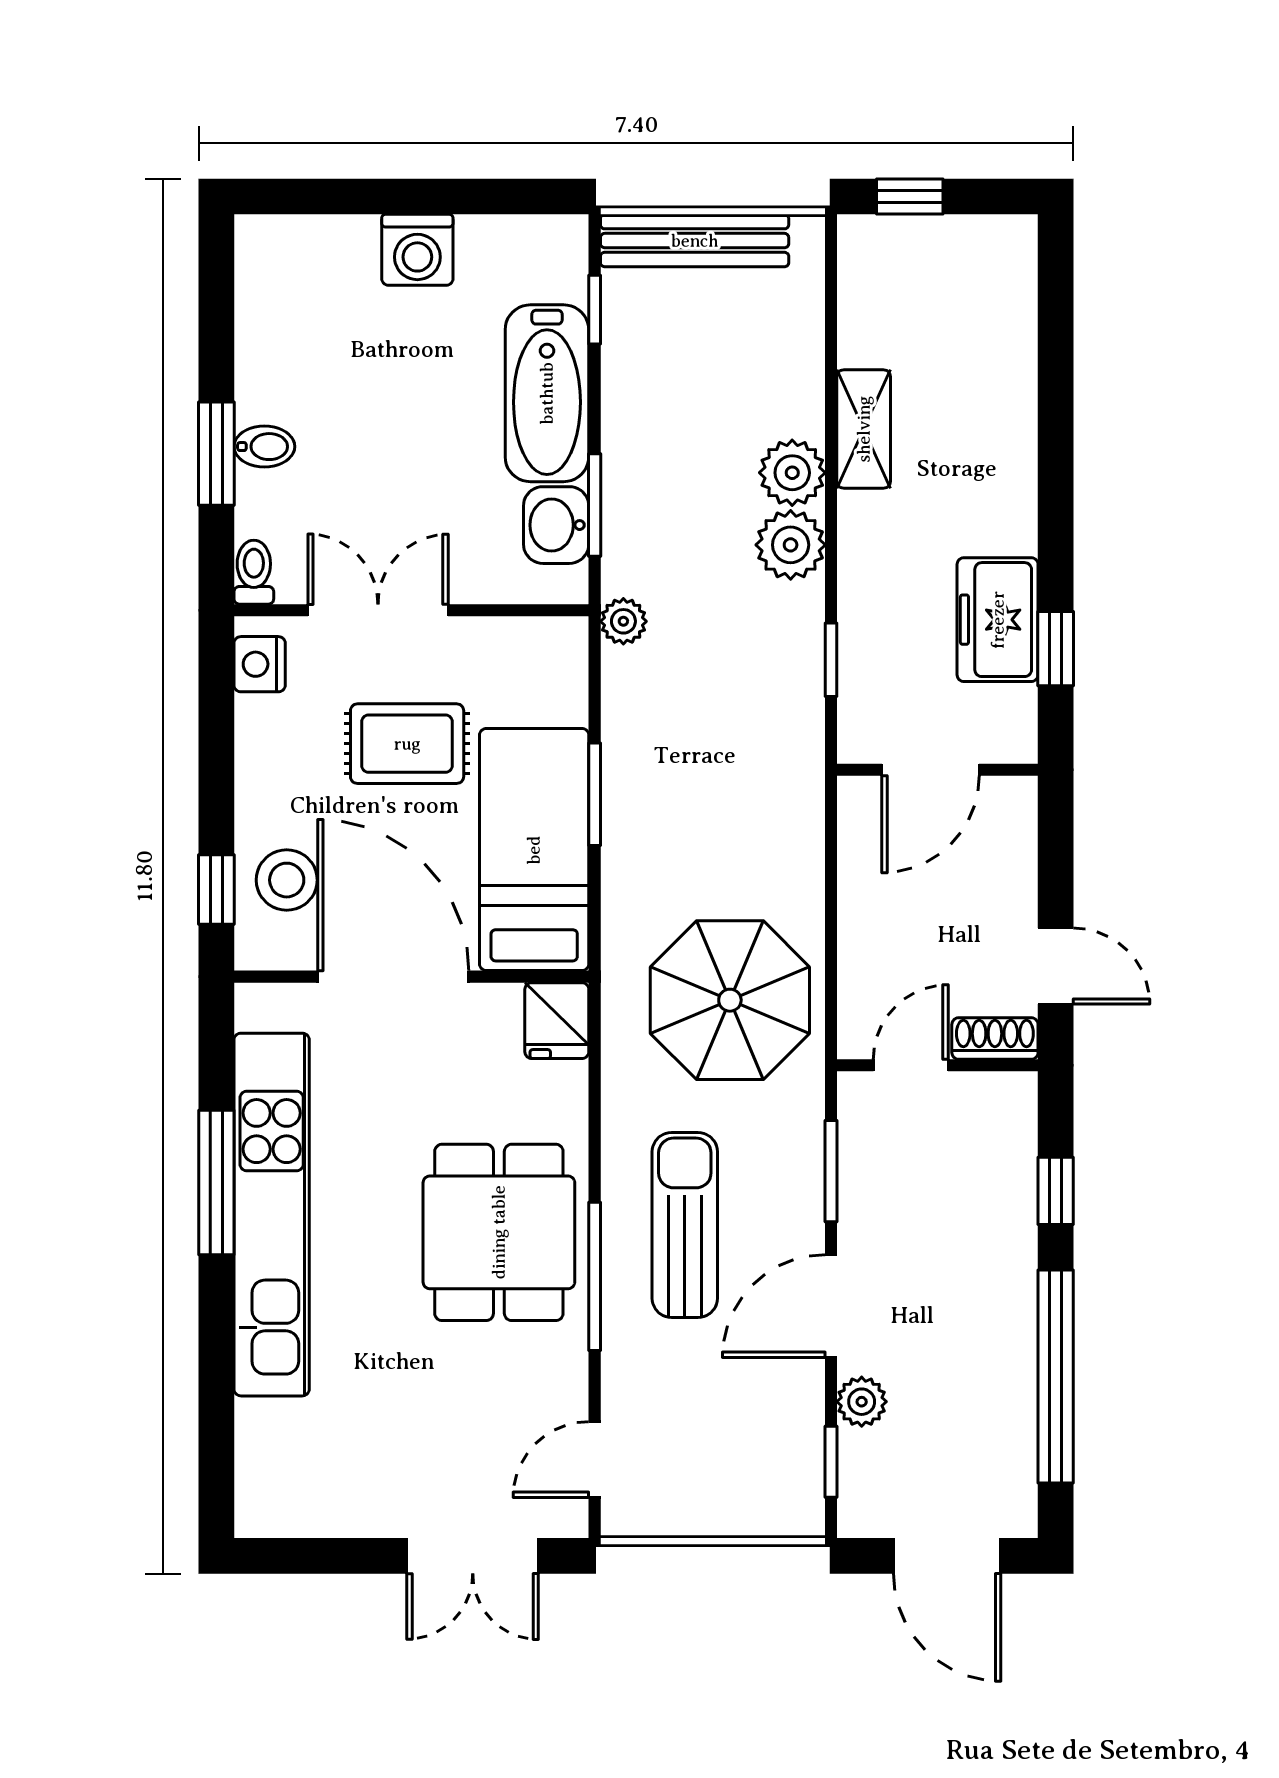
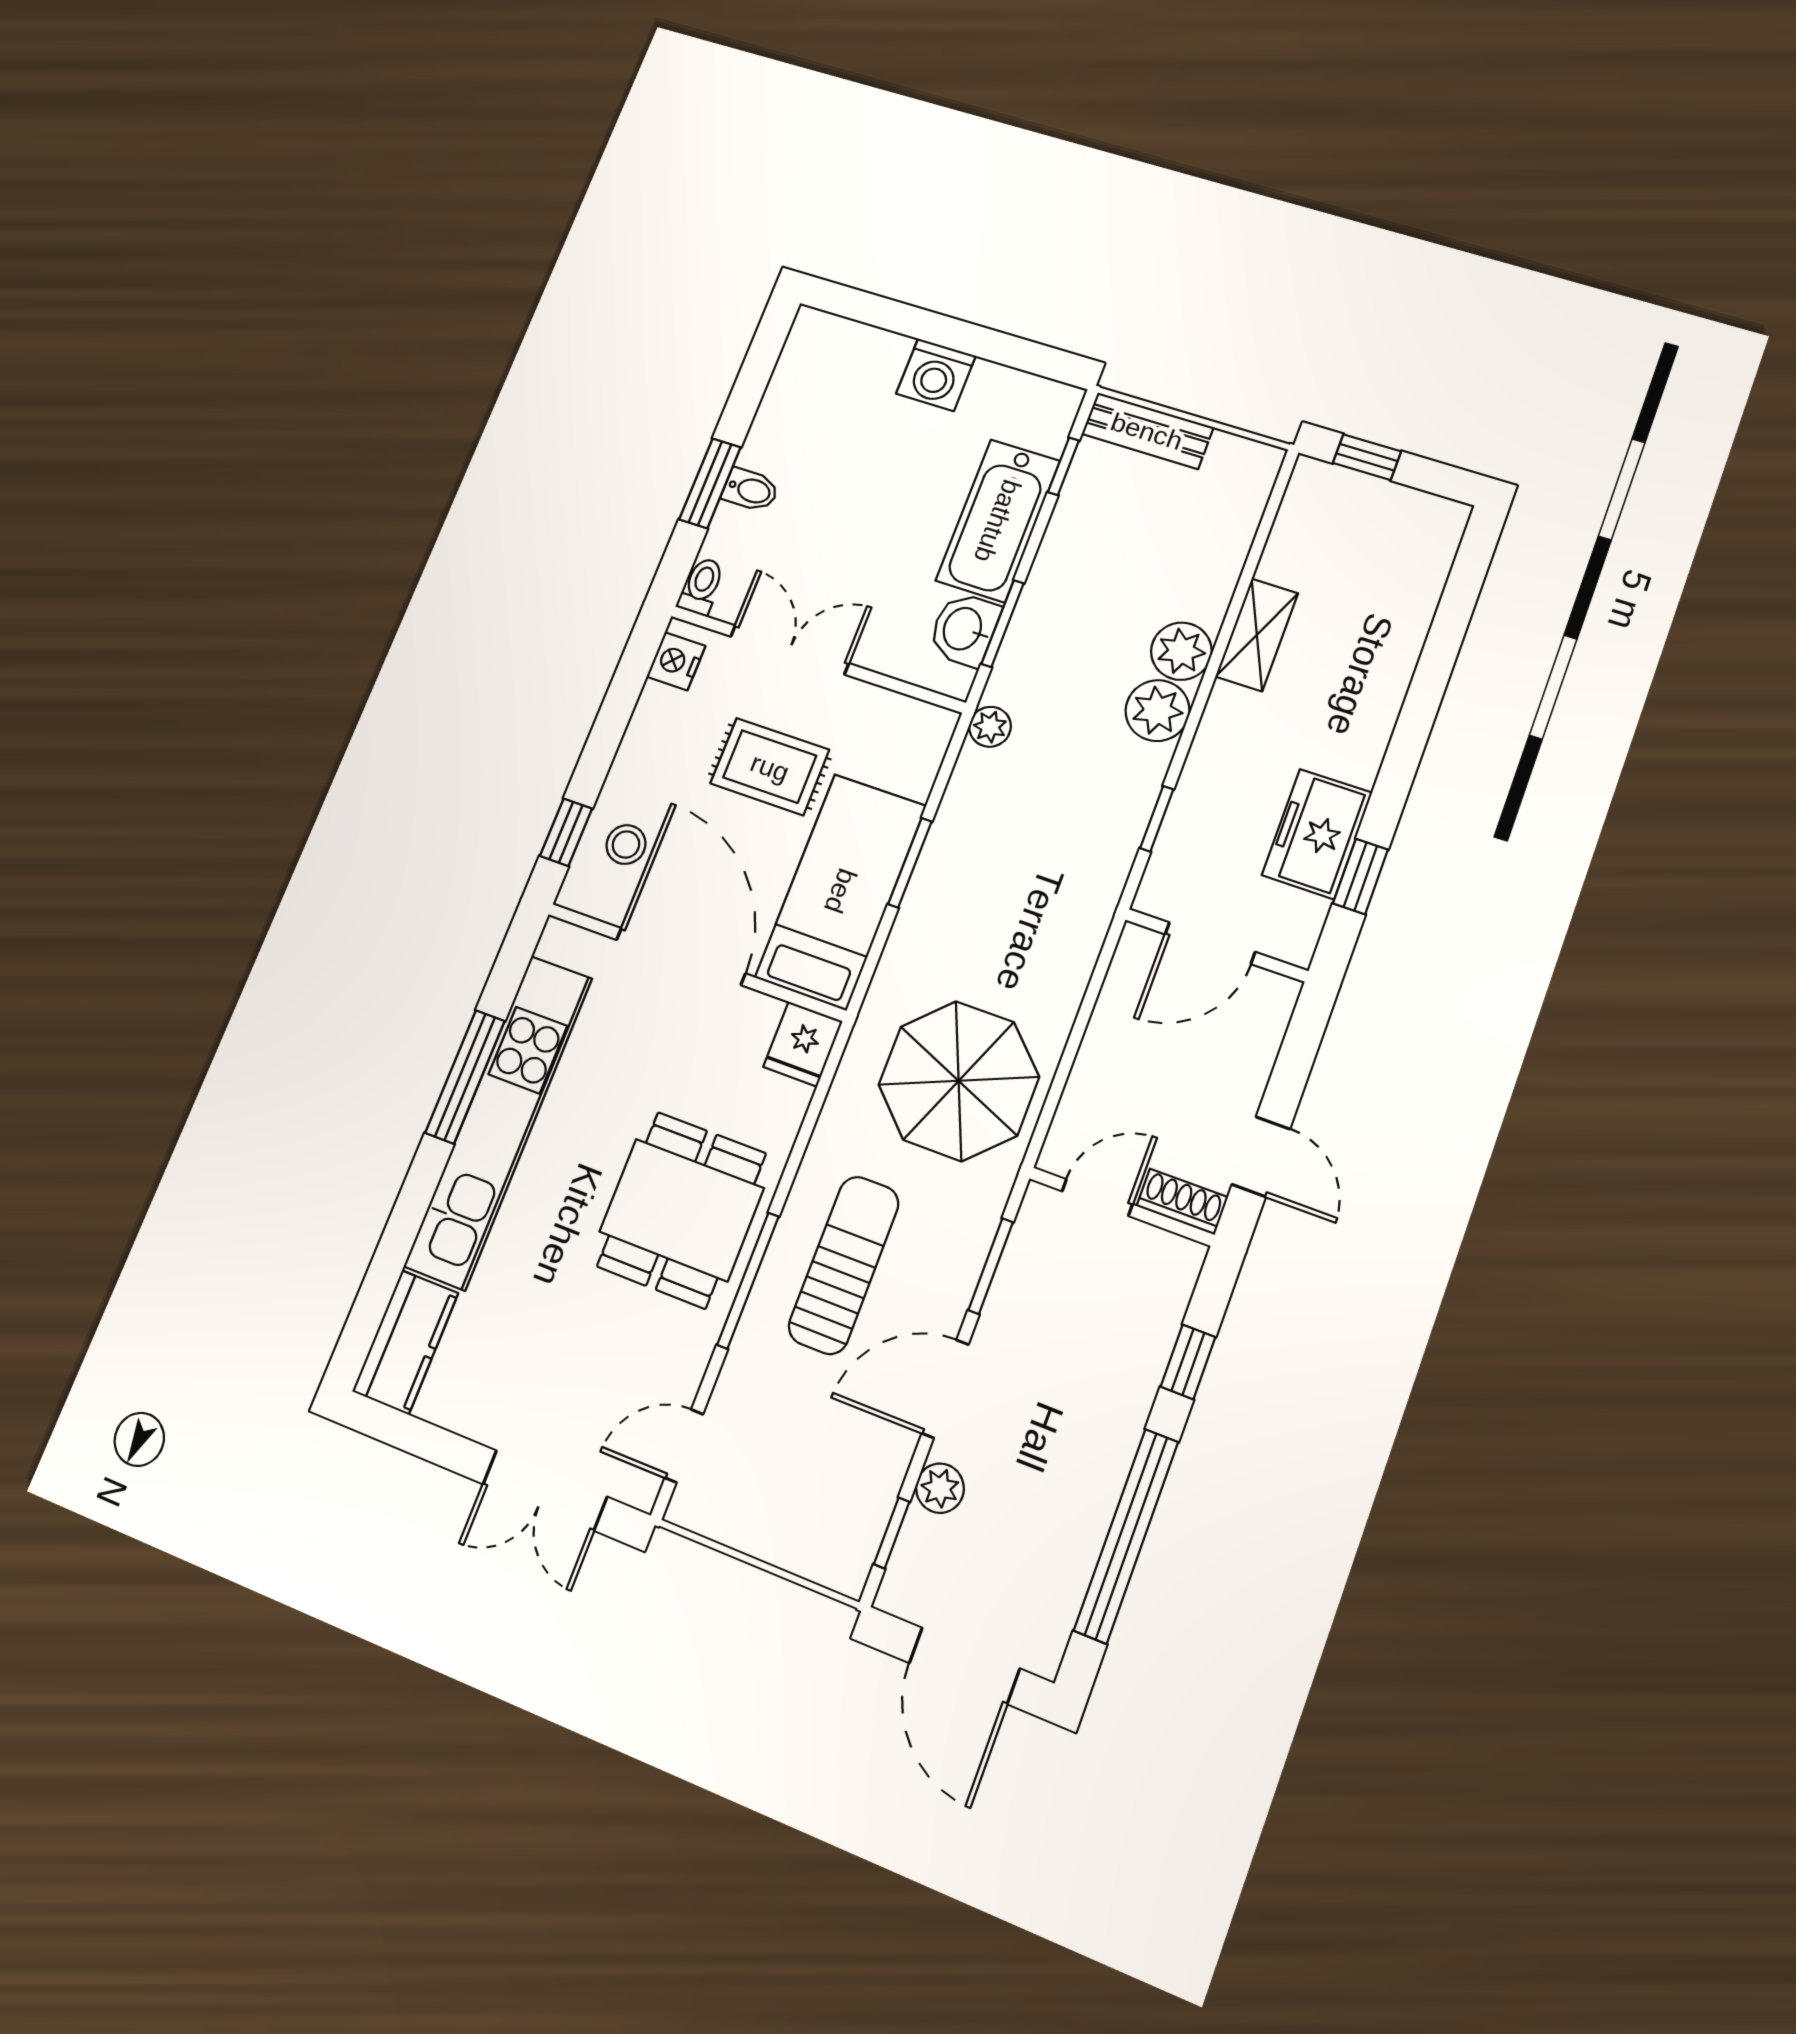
bench: (695, 241) -> (1147, 431), width x0.73
stool: (287, 880) -> (626, 845), width x0.73, depth x0.73
kitchen counter: (268, 1469) -> (405, 1342), added

